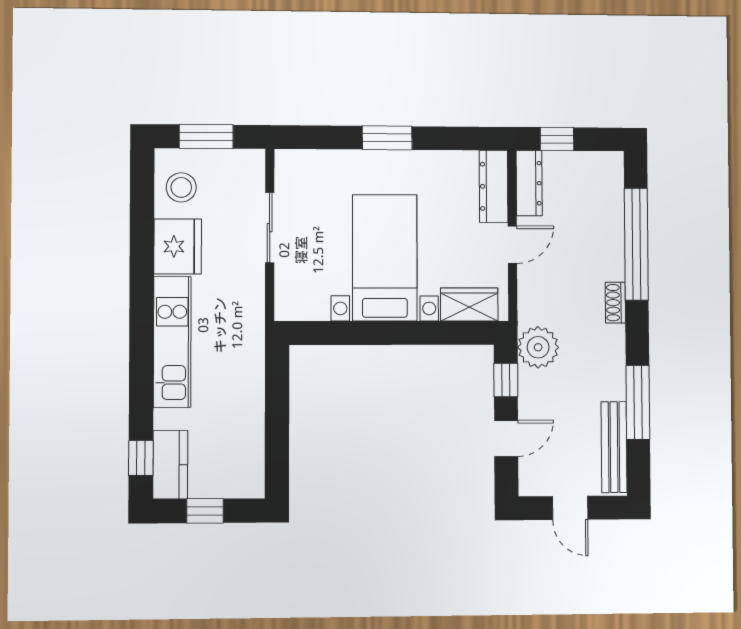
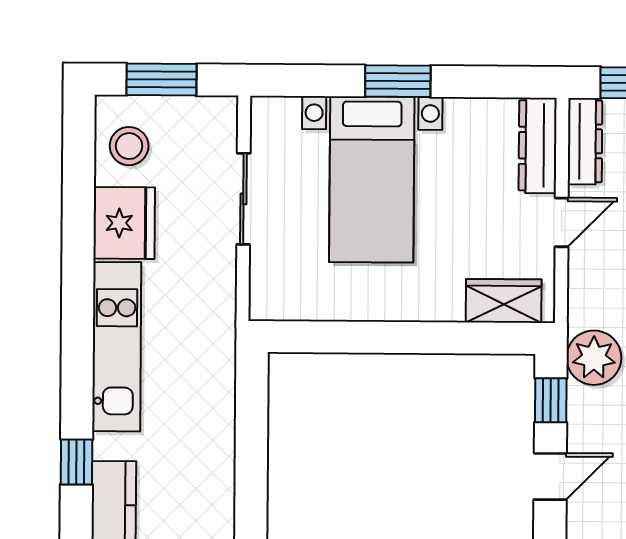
bed with nightstands: (385, 258) -> (372, 179), moved, turned 180
window: (141, 458) -> (77, 462), moved

